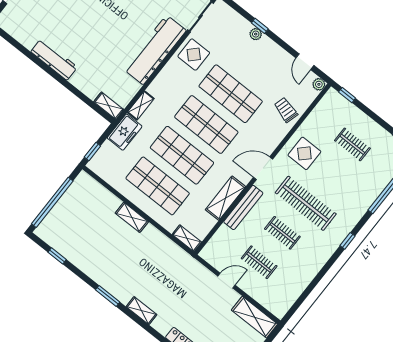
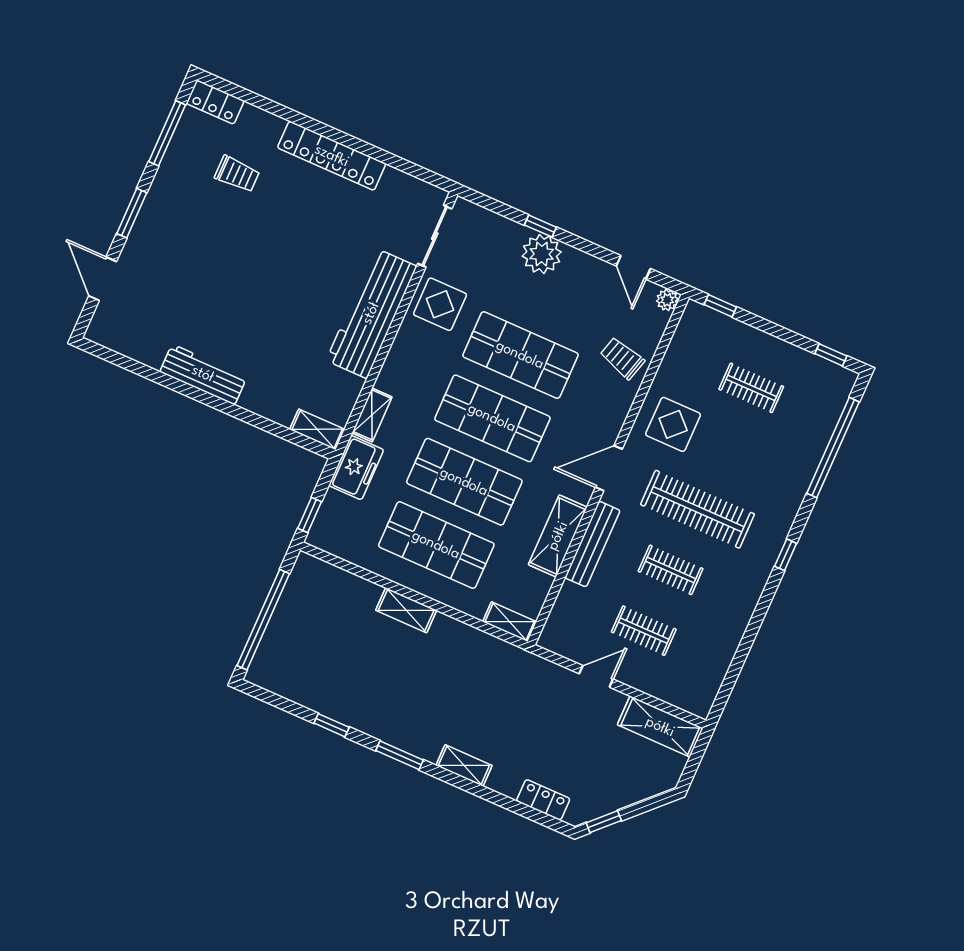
plant: (256, 34) -> (542, 254), width x1.88, depth x1.88
window: (57, 256) -> (332, 725), moved

